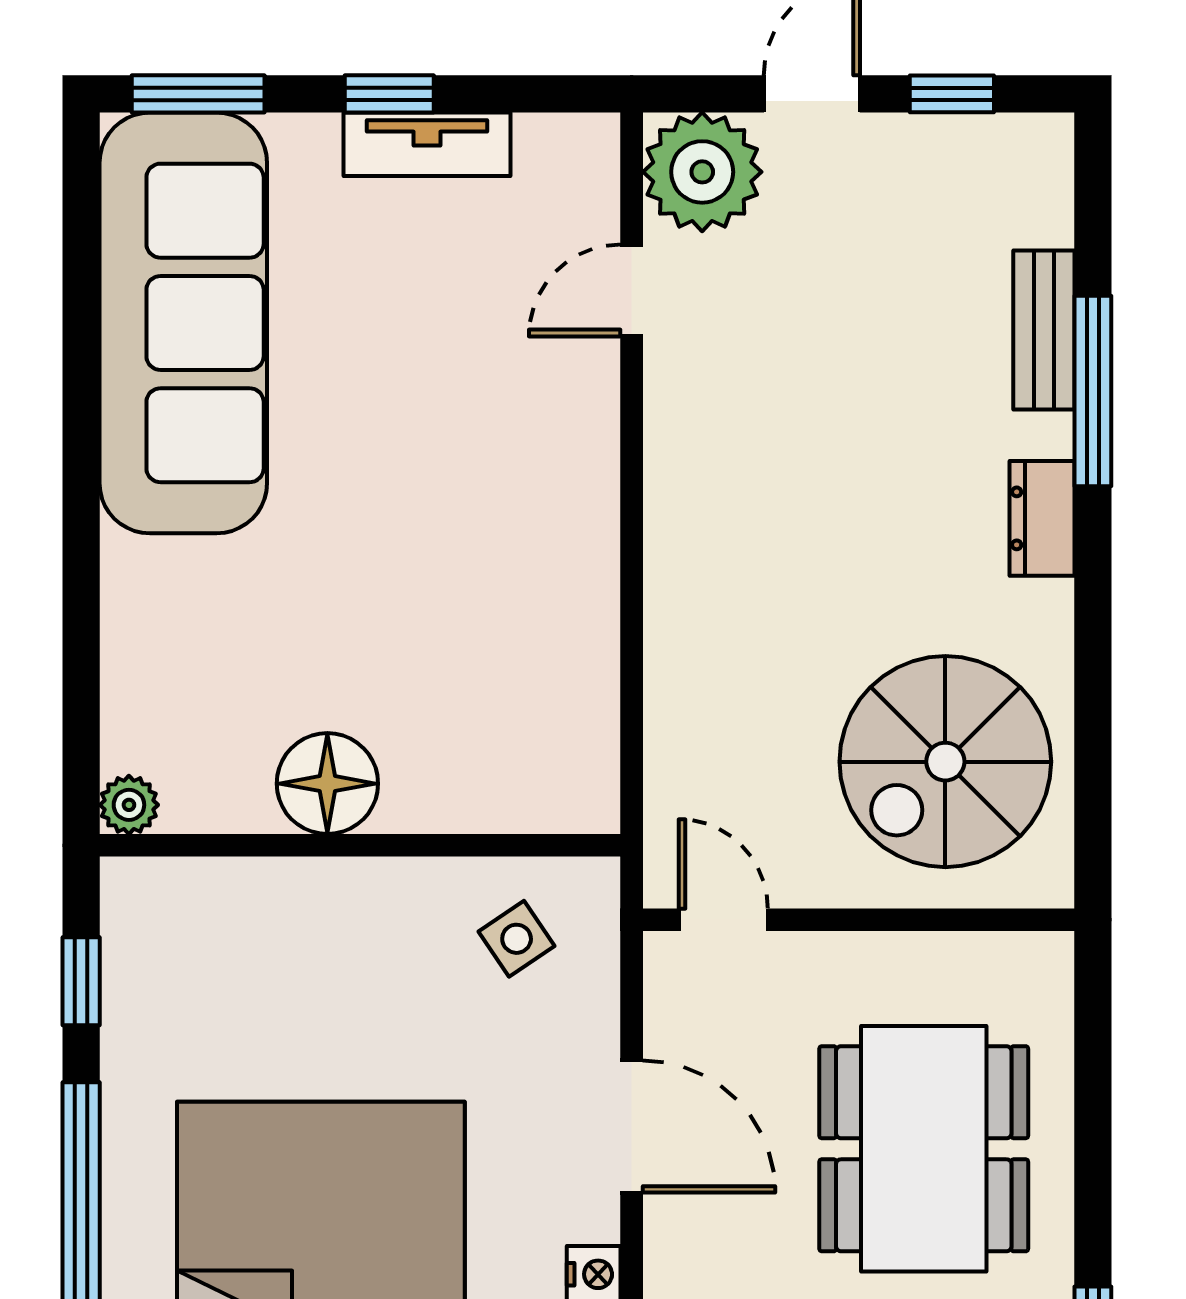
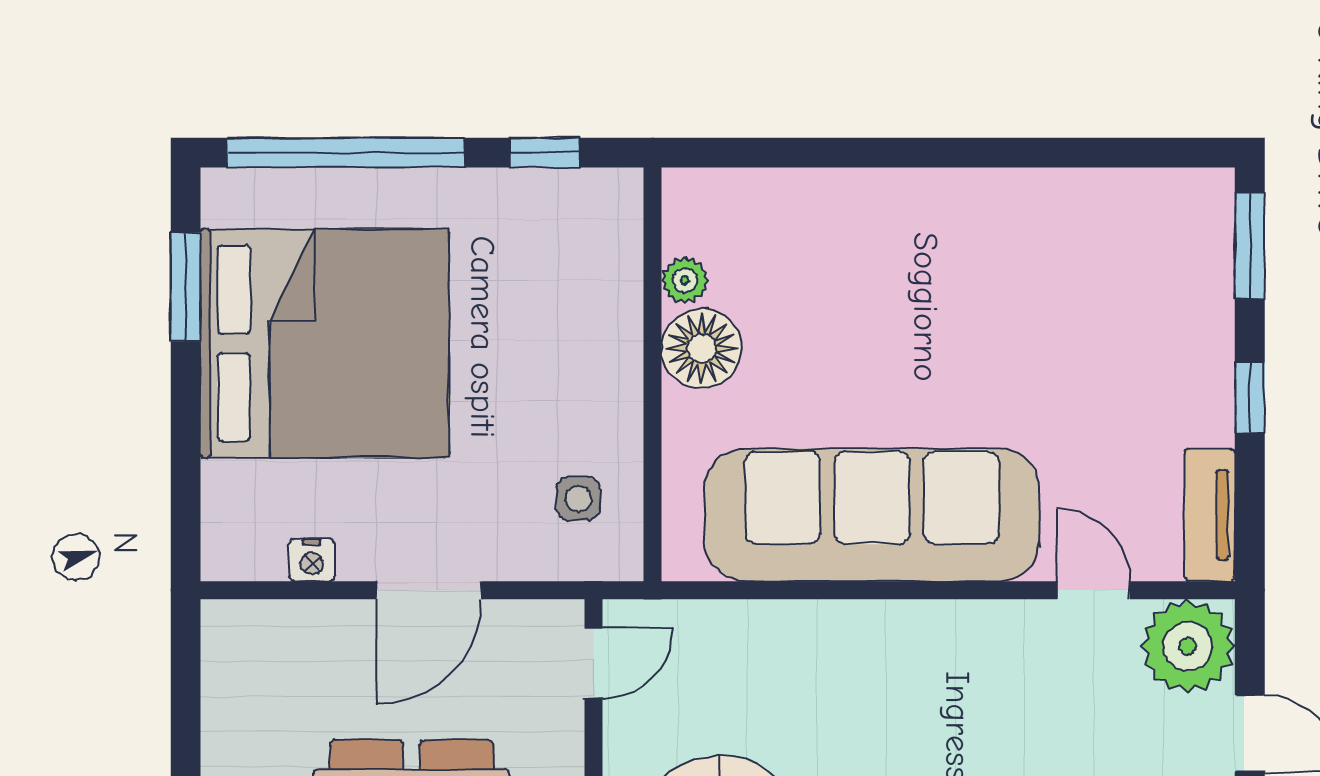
tv unit: (427, 144) -> (1210, 515), moved
sofa: (183, 323) -> (872, 515), moved, turned 180
plant: (129, 805) -> (685, 280), moved
side table: (517, 939) -> (578, 499), turned 34

